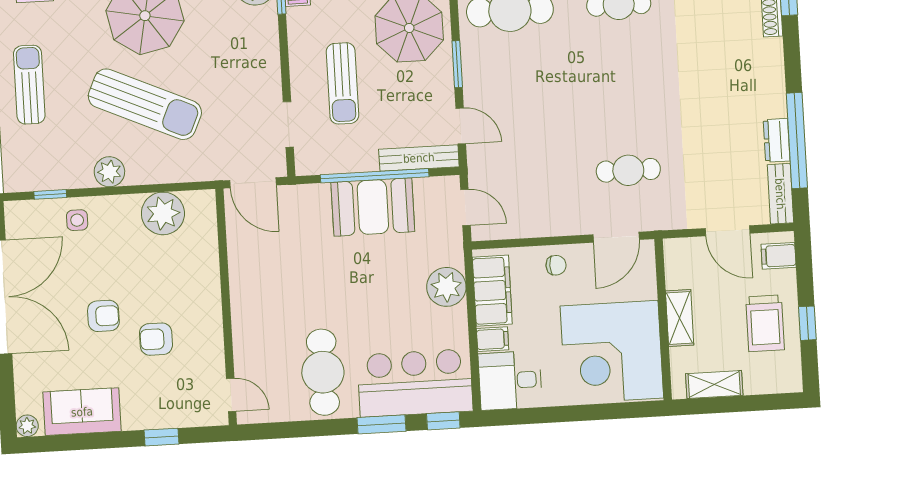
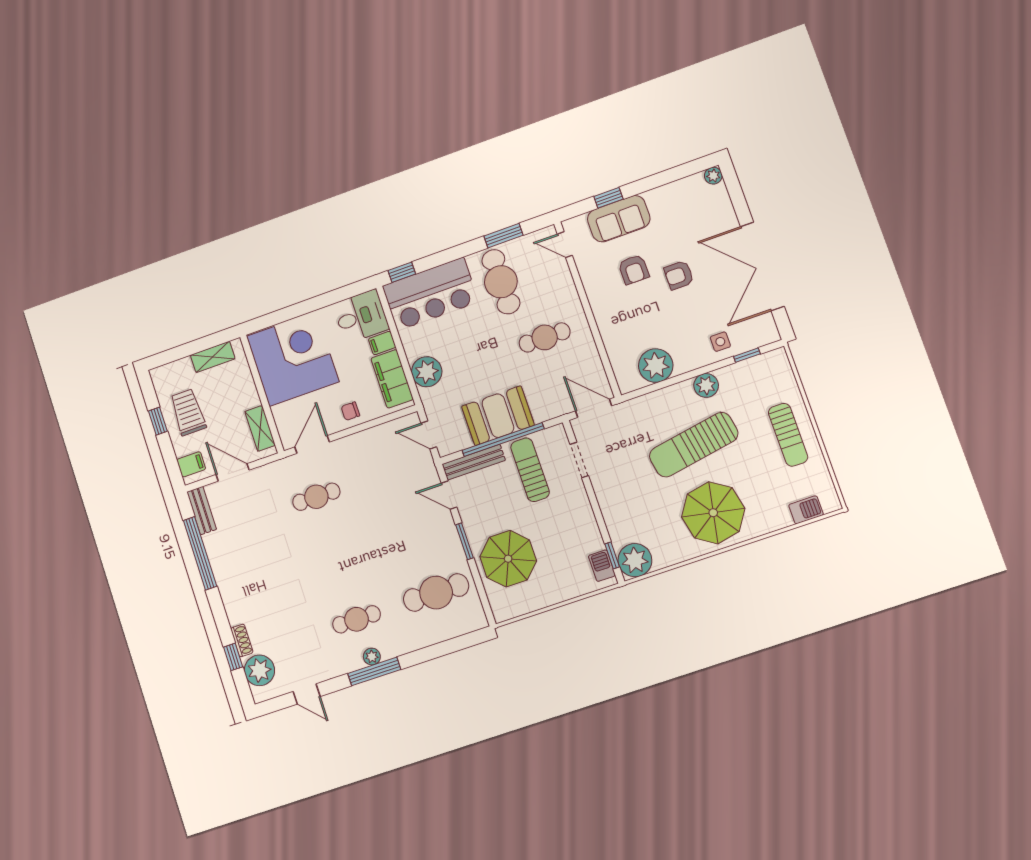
sun lounger: (342, 83) -> (530, 470), moved
sun lounger: (145, 104) -> (694, 445), turned -34
dresser: (777, 140) -> (215, 549), removed
cafe table: (288, 287) -> (545, 337), added
shelving: (680, 318) -> (260, 428), moved
armchair: (156, 339) -> (634, 269), turned 90
sofa: (82, 412) -> (619, 219), moved
window: (382, 424) -> (503, 236), moved

